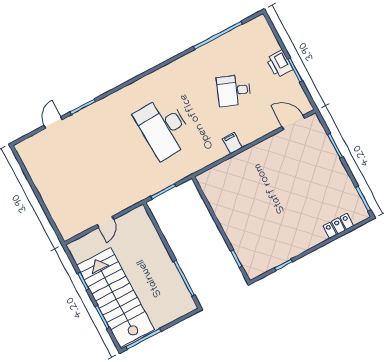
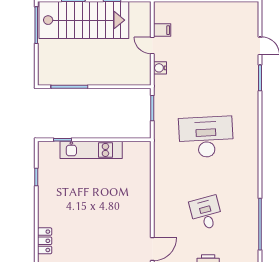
desk: (234, 90) -> (206, 213), turned -36
filing cabinet: (232, 143) -> (162, 30), moved
water cooler: (122, 204) -> (160, 68), added
kitchen unit: (232, 227) -> (91, 150), added

